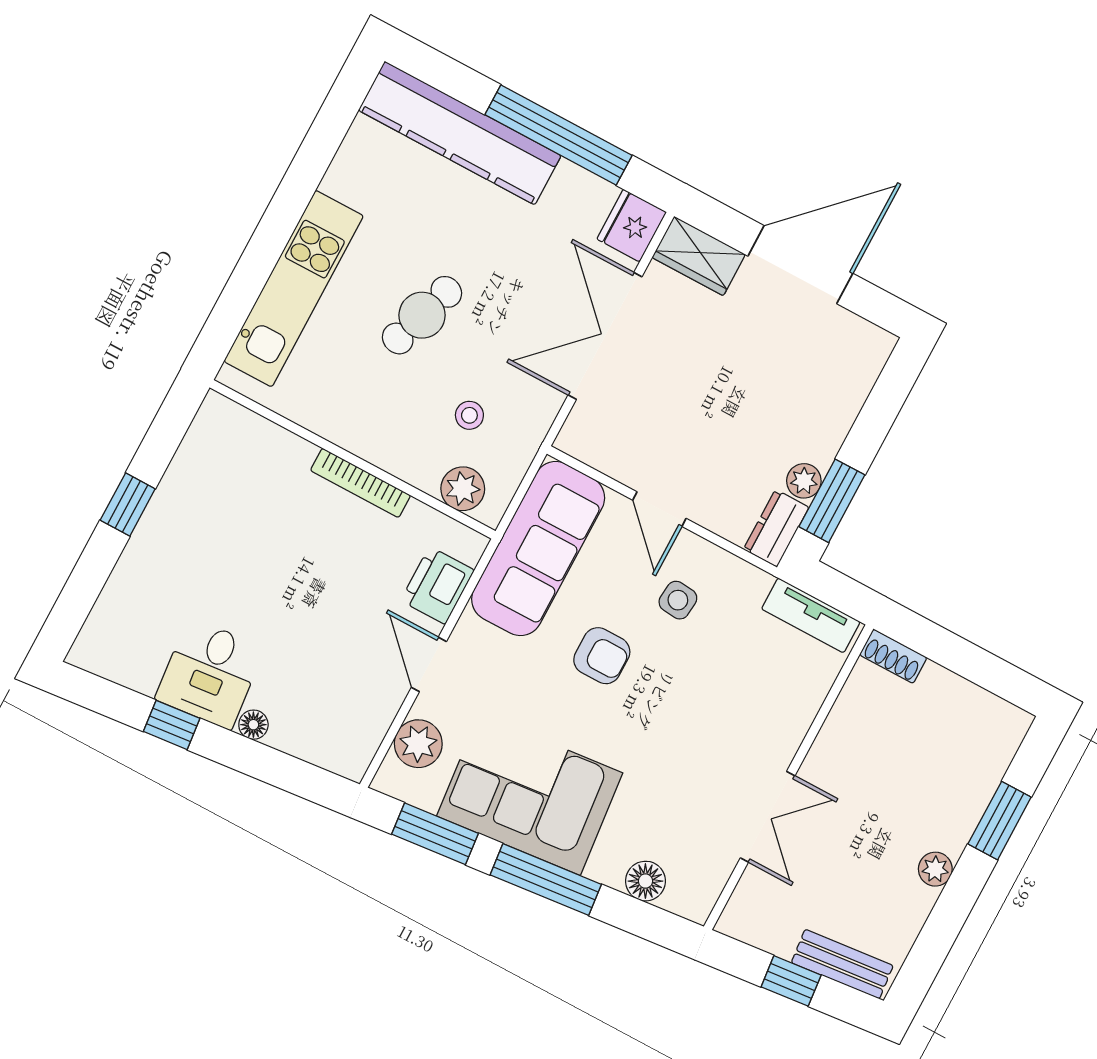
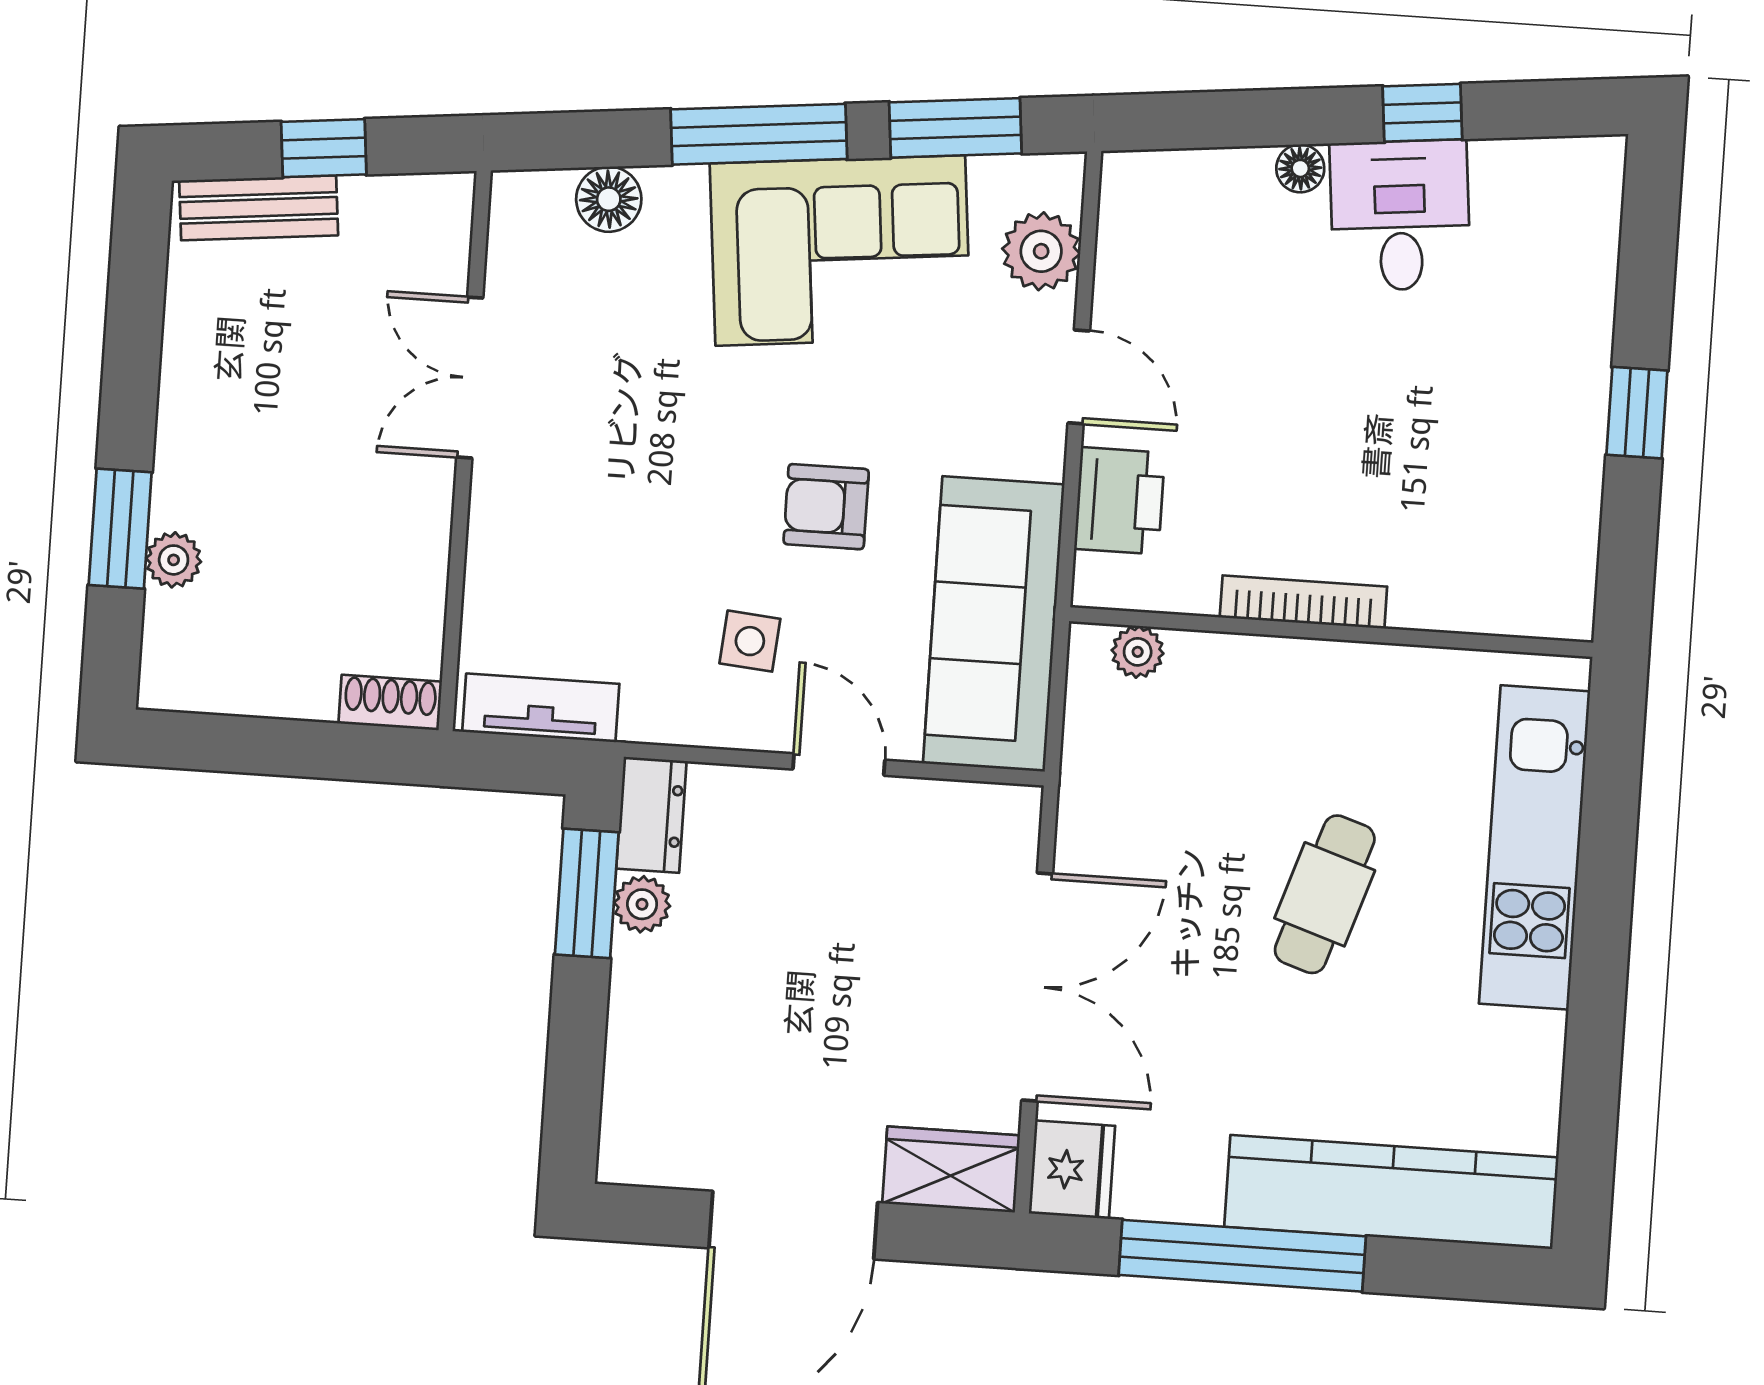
stool: (469, 415) -> (1186, 777), removed
plant: (463, 489) -> (1138, 652), width x0.73, depth x0.73
plant: (935, 869) -> (174, 560), moved

